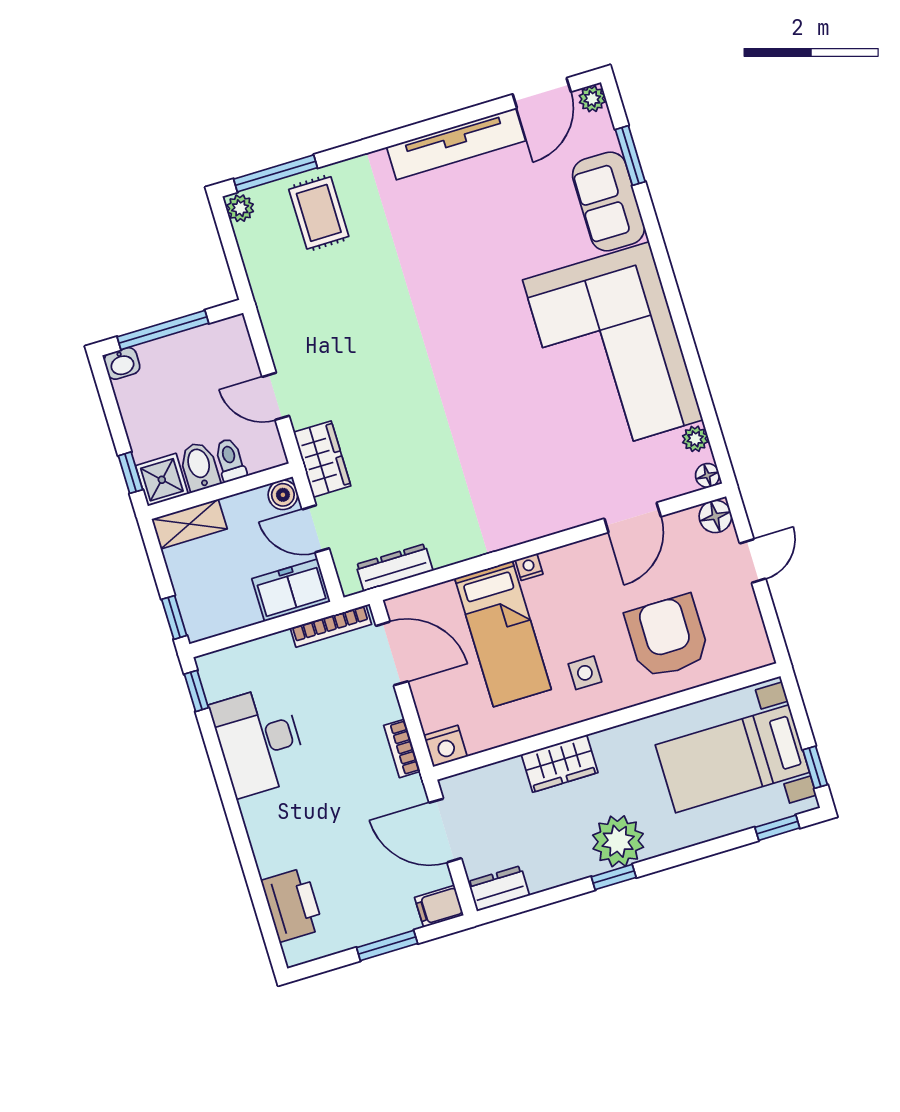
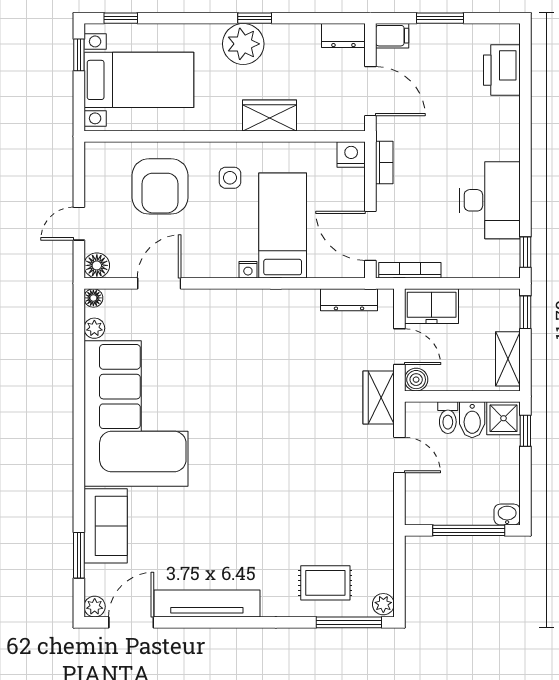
rug: (319, 213) -> (325, 583), turned 90
shelving: (189, 524) -> (508, 359), moved, turned 90

